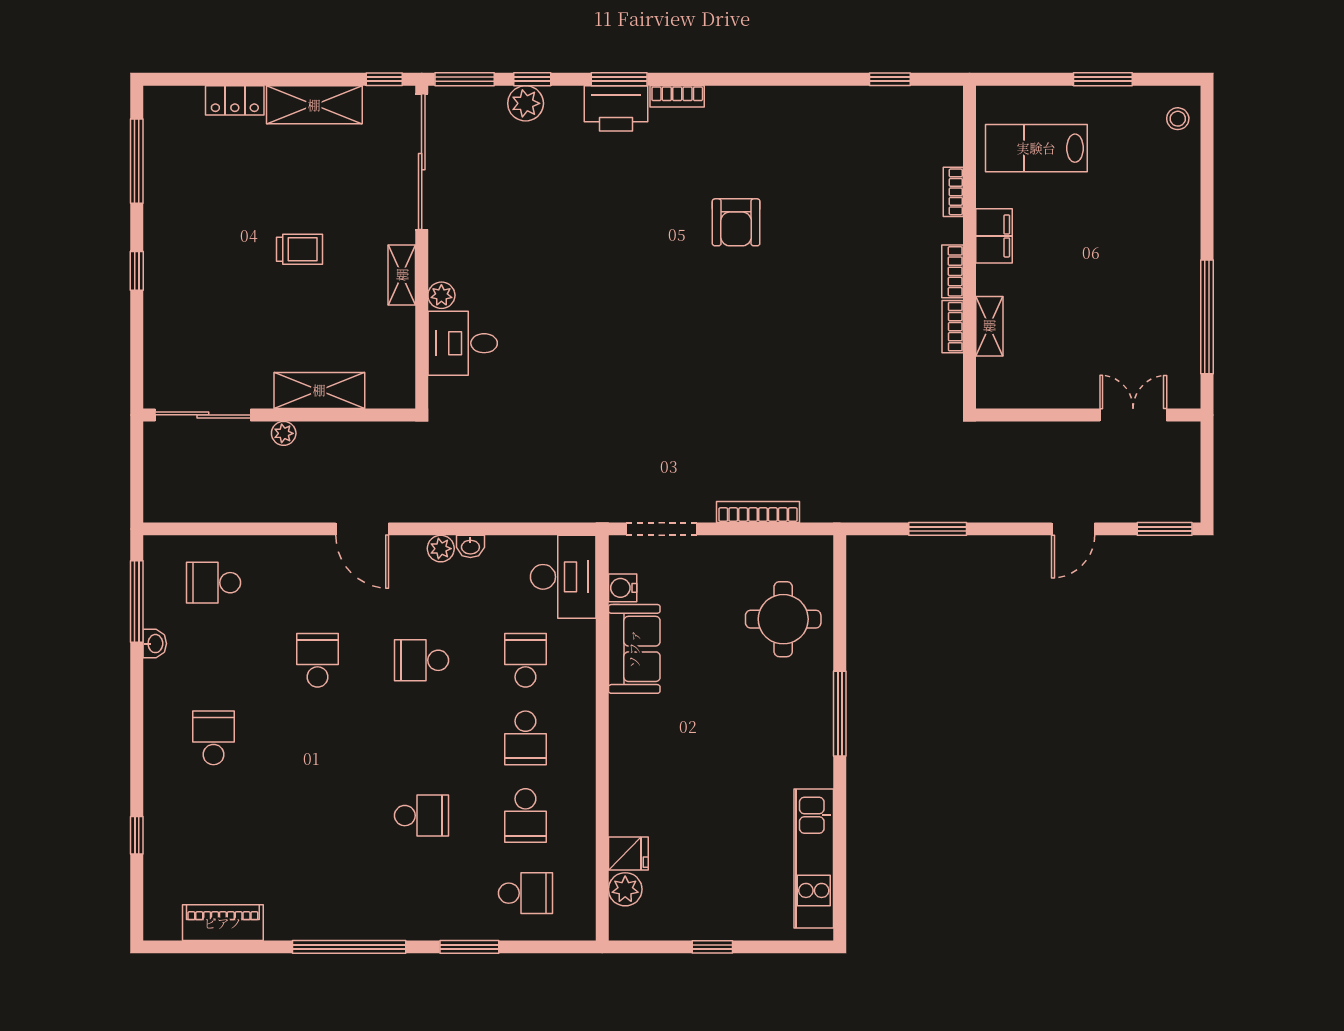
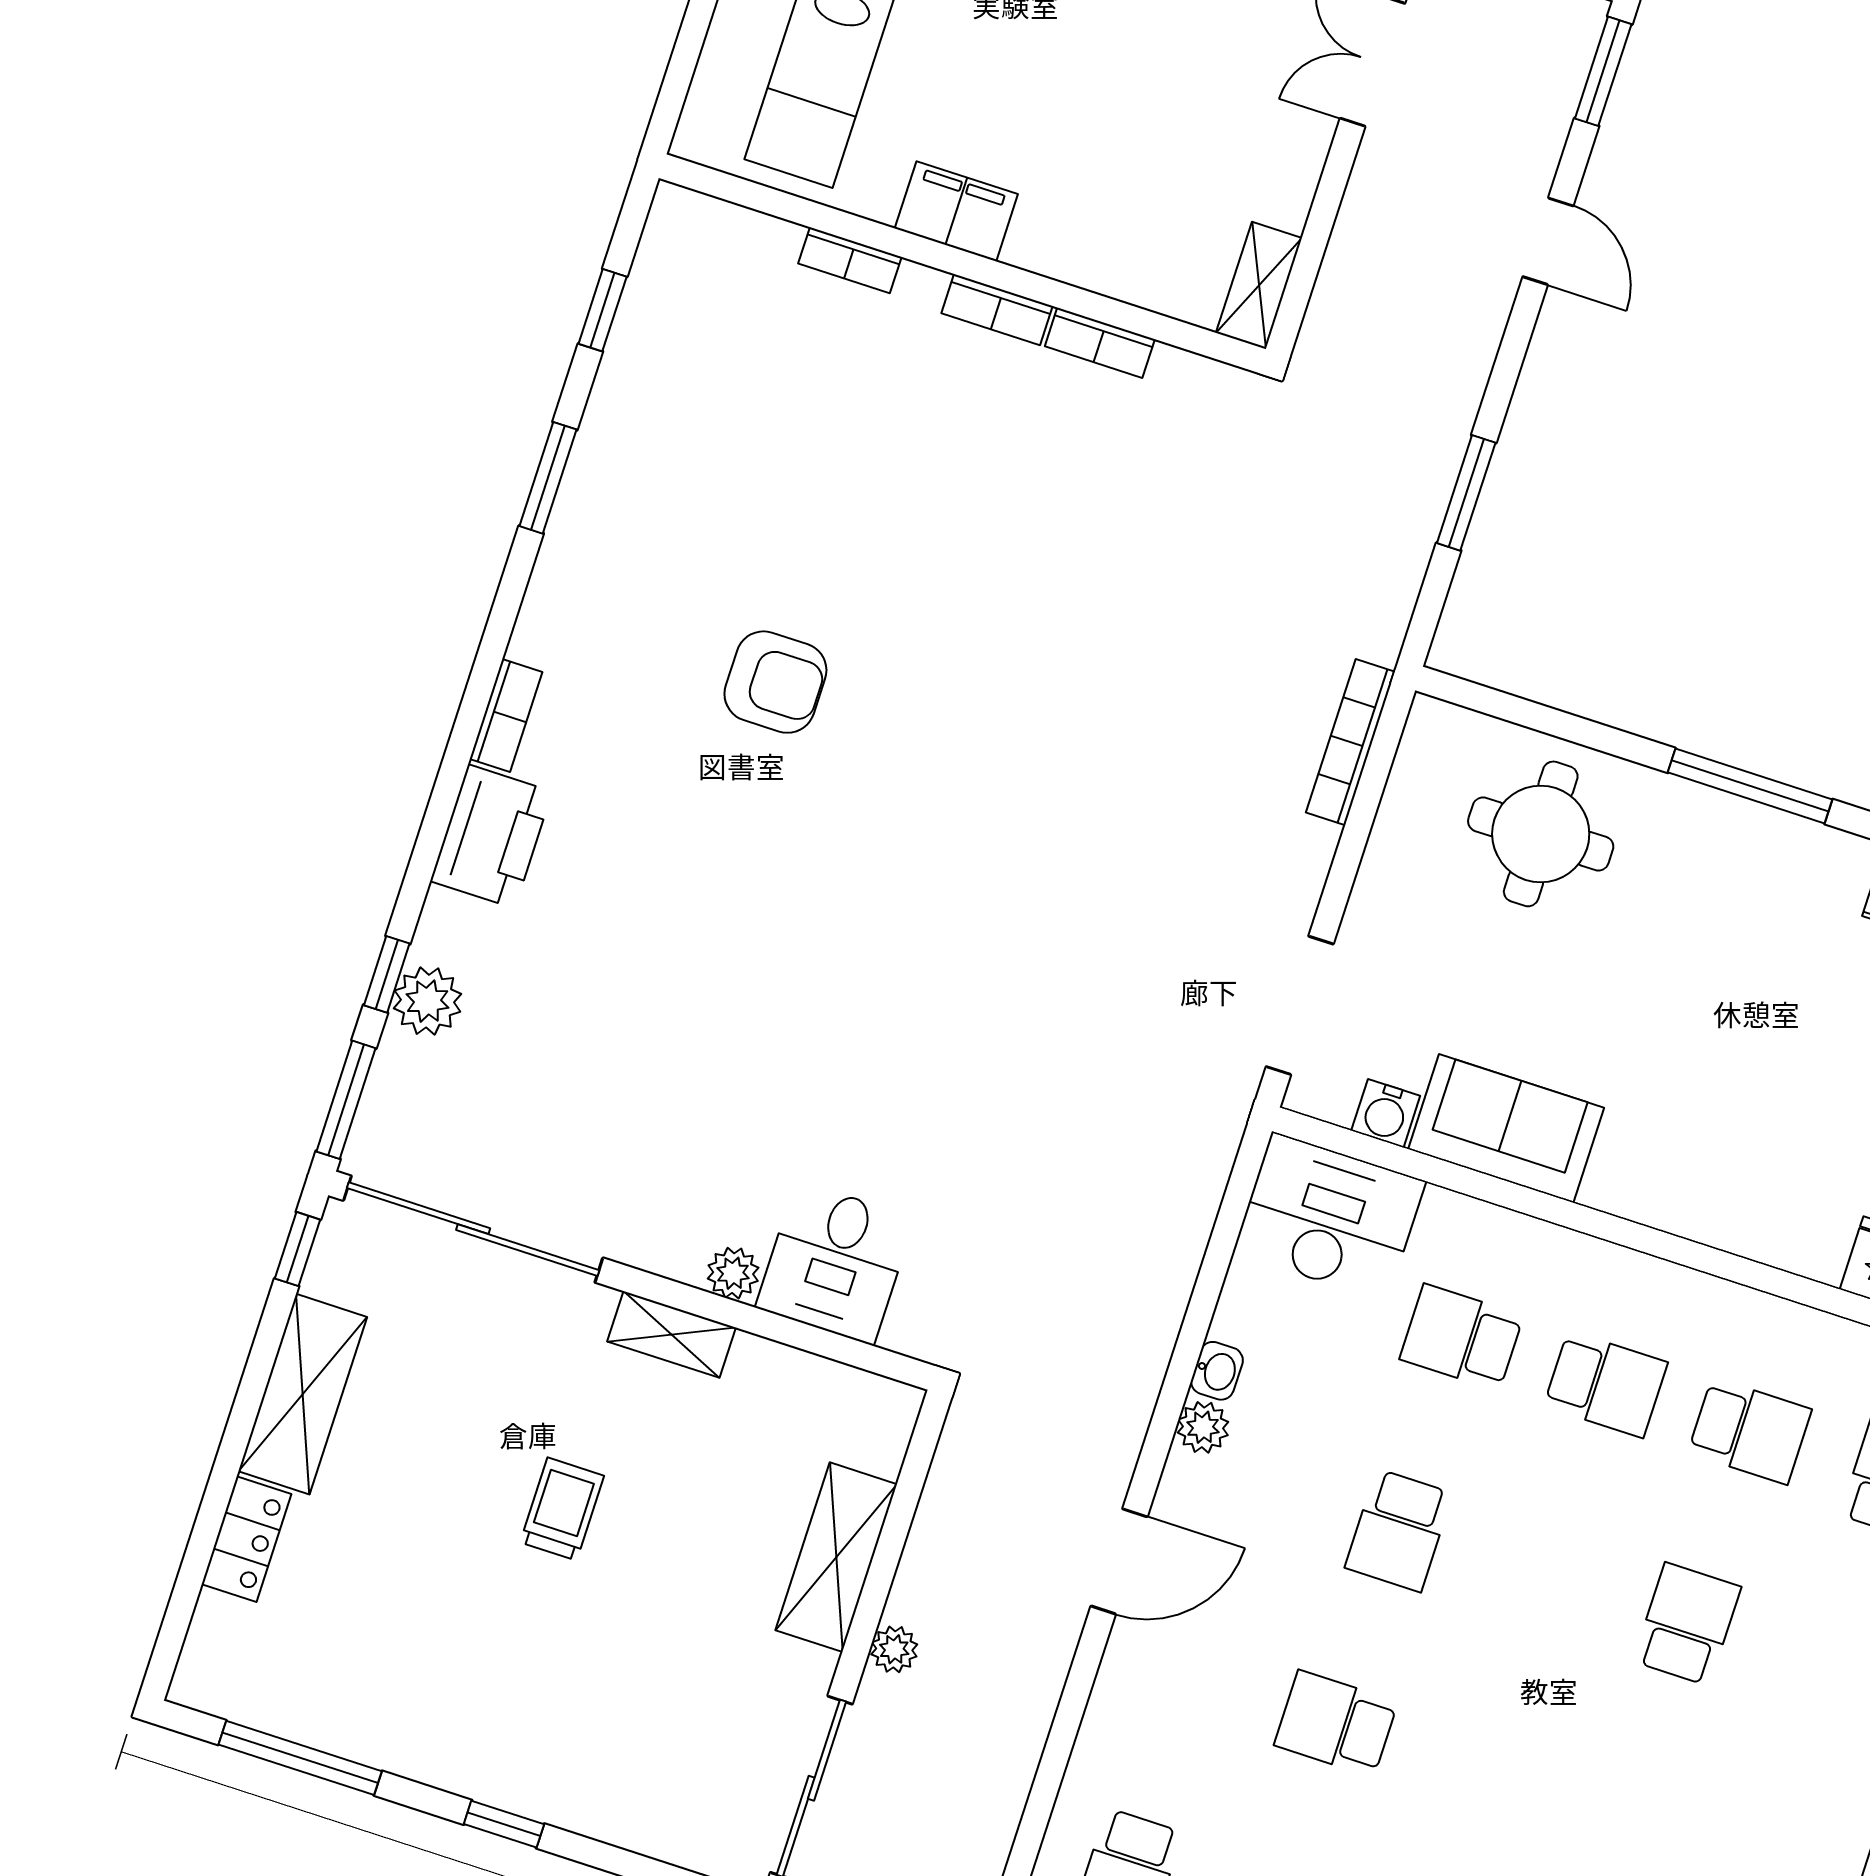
window: (619, 79) -> (548, 478), moved
shelving: (989, 326) -> (1259, 285), moved, turned 90
bookcase: (758, 512) -> (1350, 742), moved

